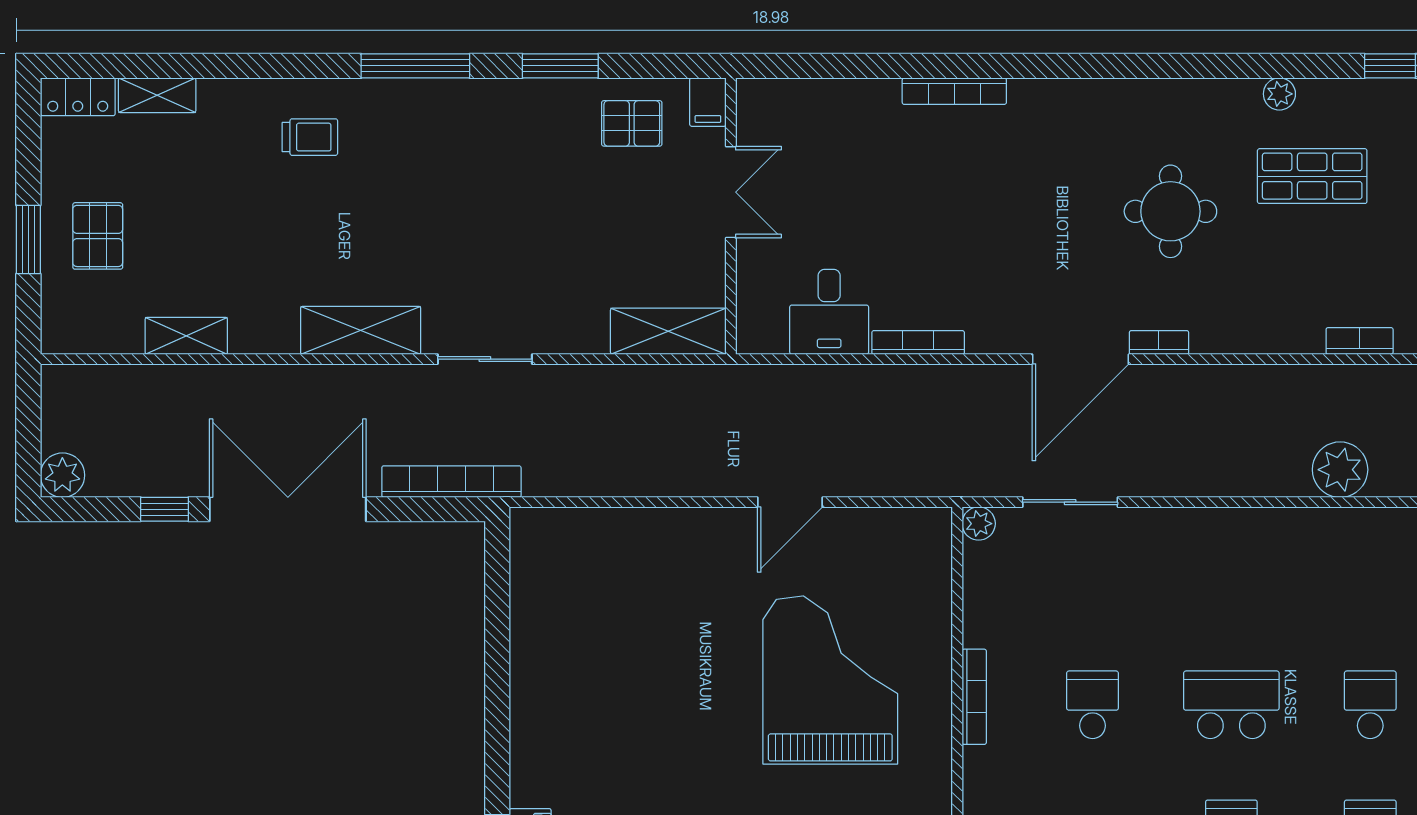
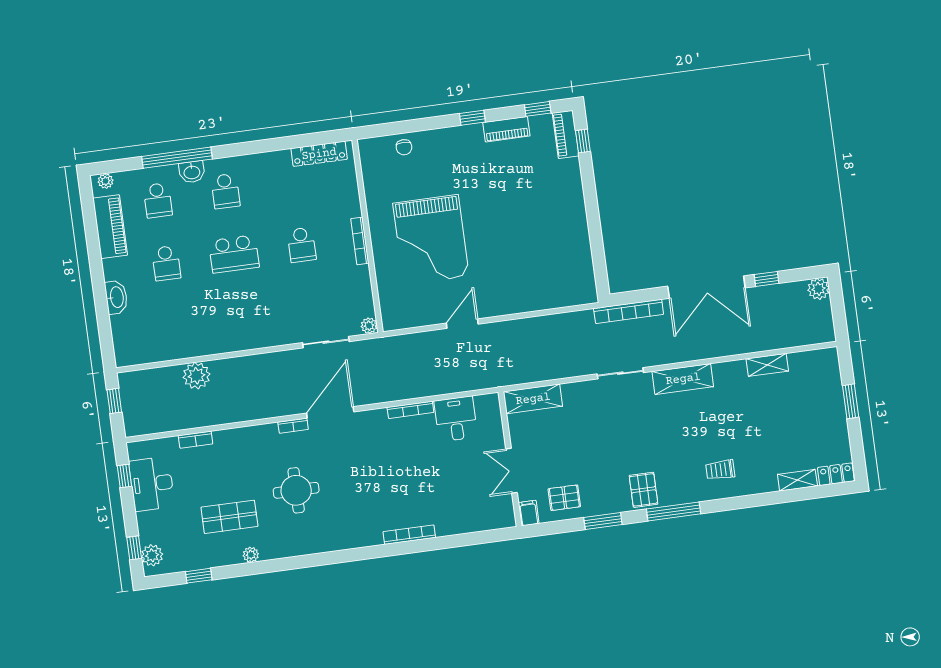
pallet: (98, 236) -> (643, 490), moved

